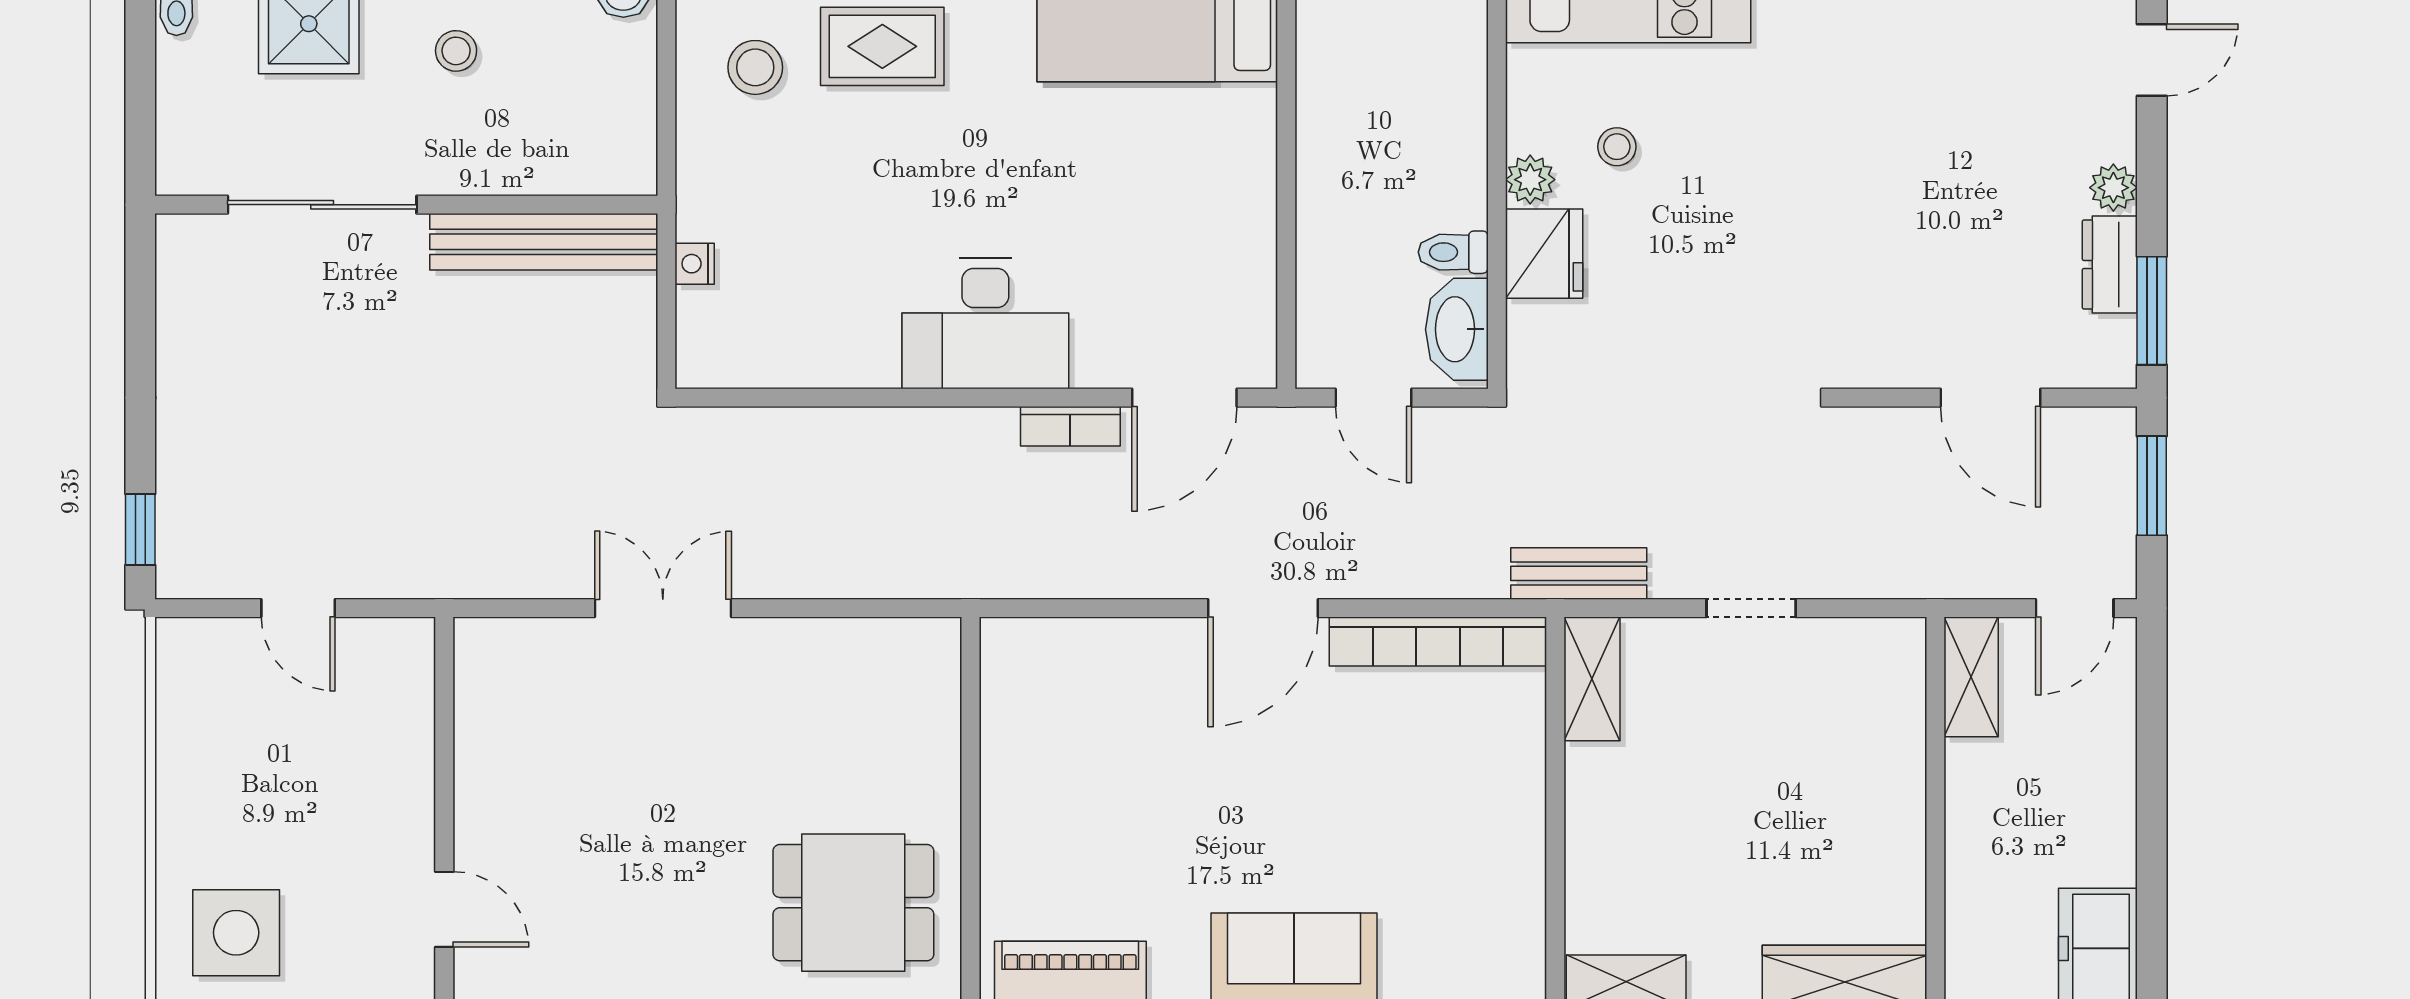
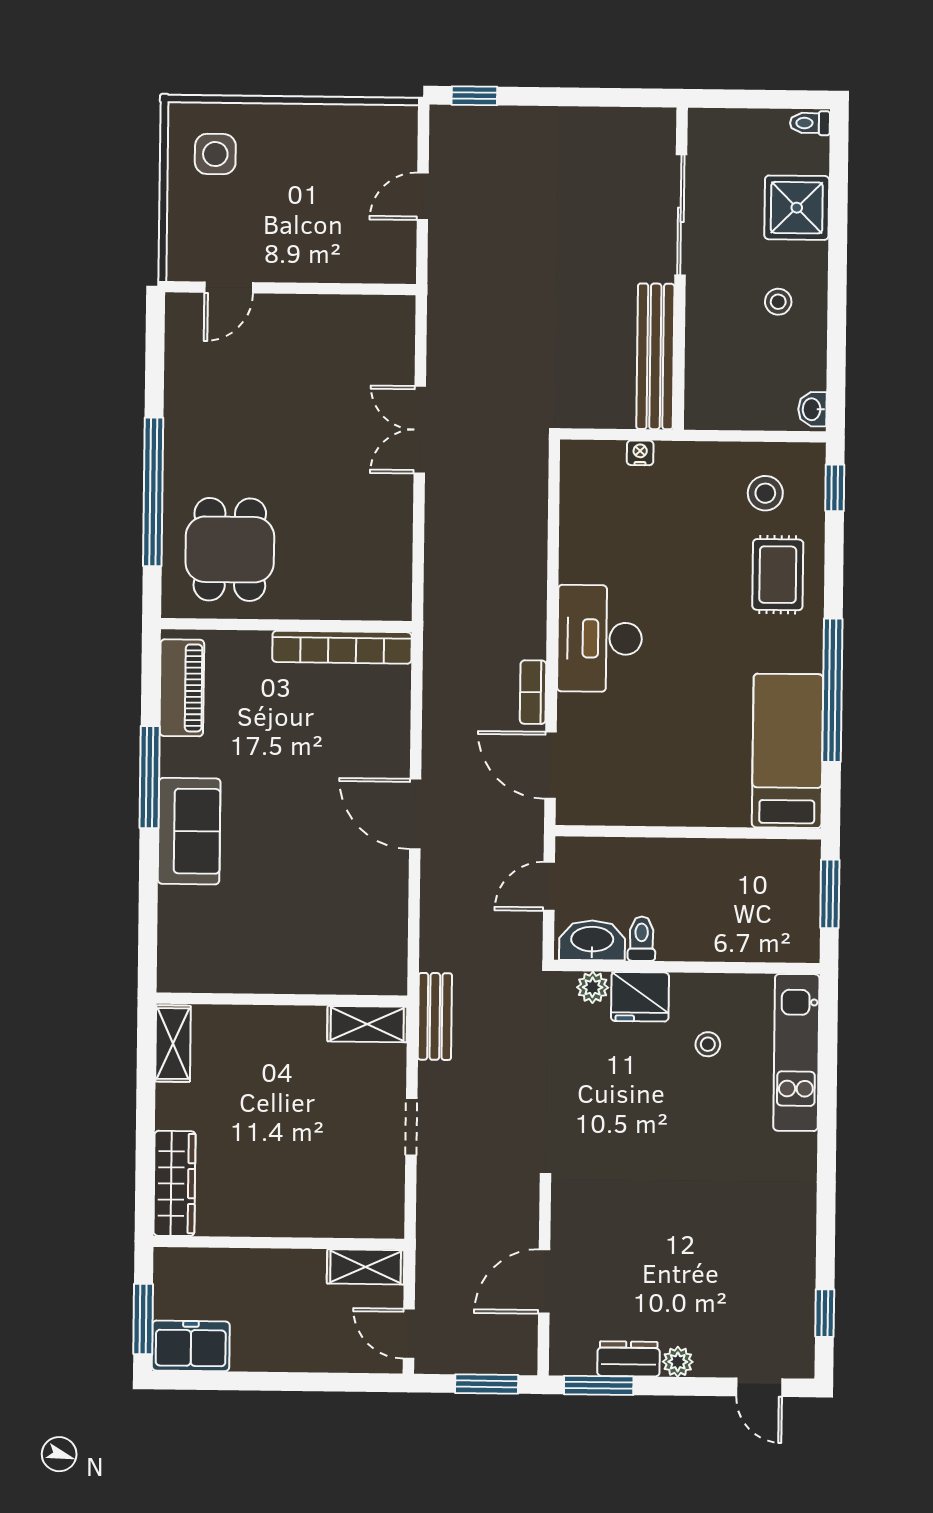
plant: (1530, 180) -> (593, 987), moved
double door: (663, 608) -> (420, 430), swing flipped
bookcase: (1438, 642) -> (342, 647), moved, turned -90
side table: (236, 933) -> (215, 154), width x0.73, depth x0.73

